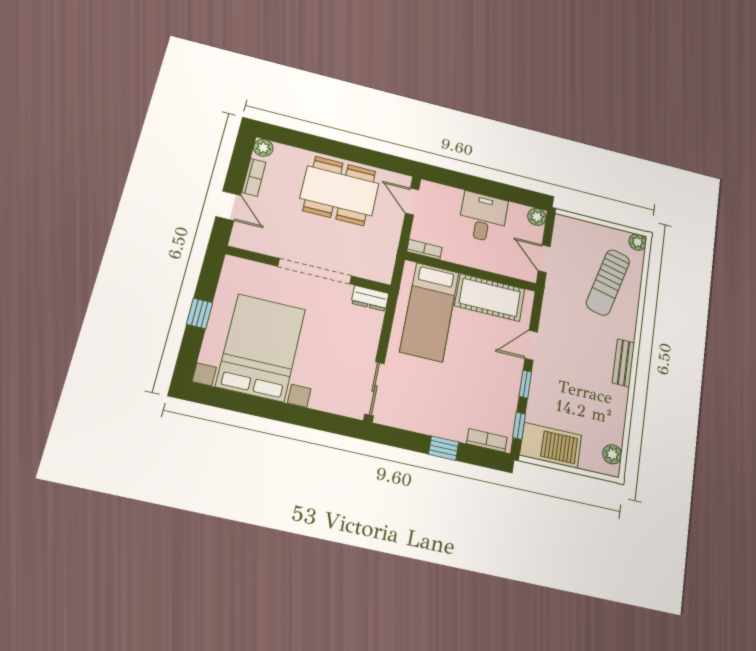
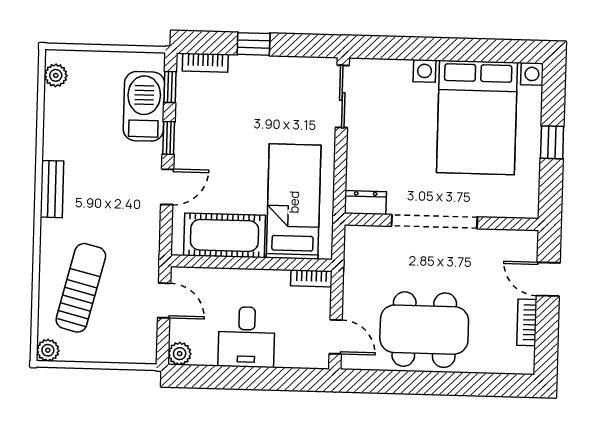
plant: (263, 148) -> (523, 363), removed
barbecue: (551, 445) -> (144, 106), moved, turned 90

